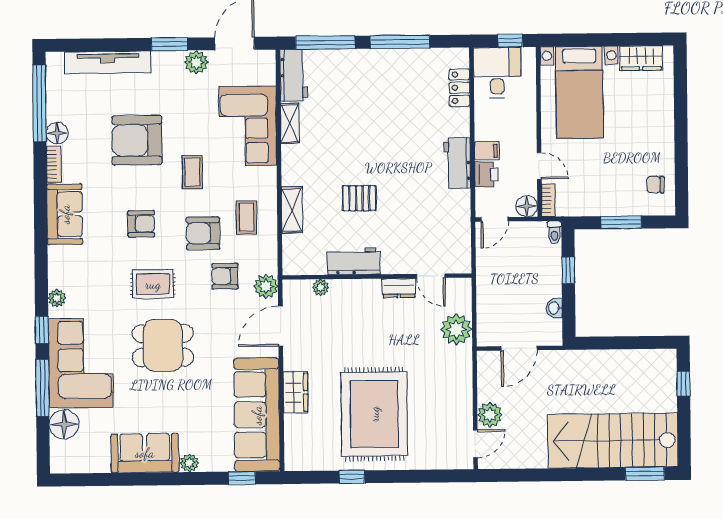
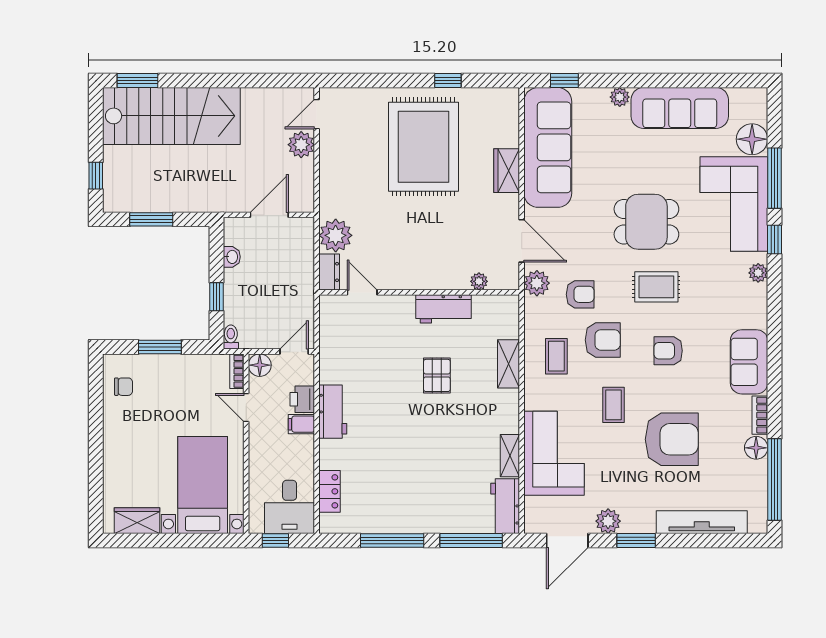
pallet: (359, 198) -> (437, 375), turned 90
dresser: (399, 288) -> (329, 272), moved, turned 90
door: (281, 326) -> (522, 241), hinge flipped
window: (631, 343) -> (151, 219), added
sofa: (145, 453) -> (680, 108), width x1.36

